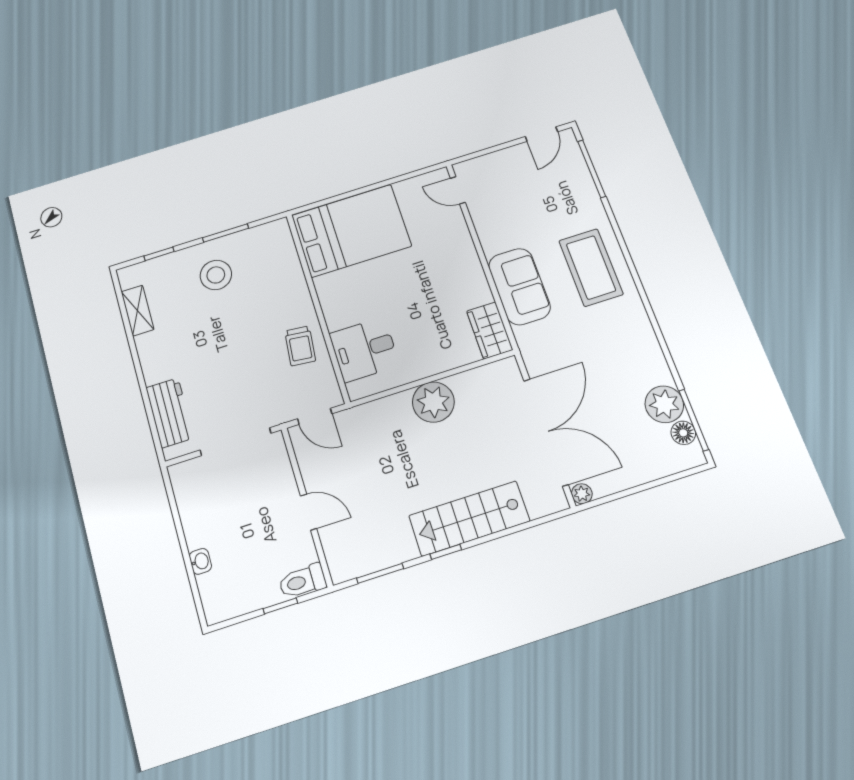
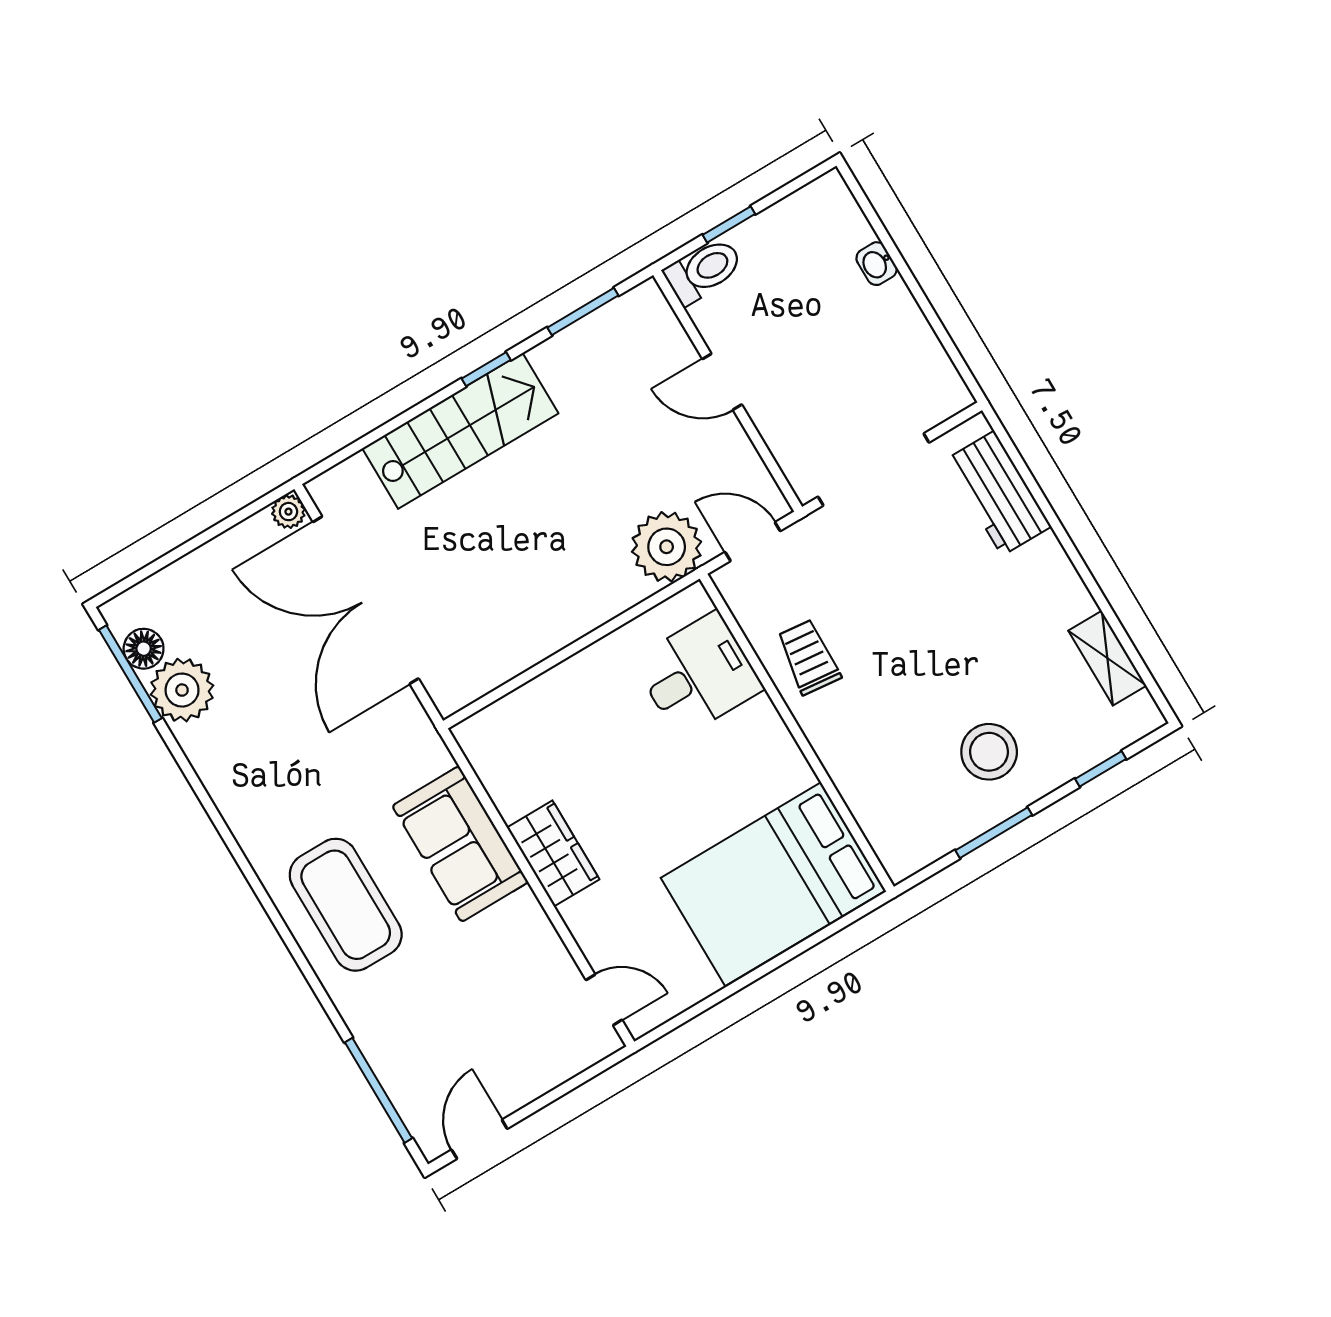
wardrobe: (490, 330) -> (553, 854), moved
plant: (433, 402) -> (667, 547), moved

